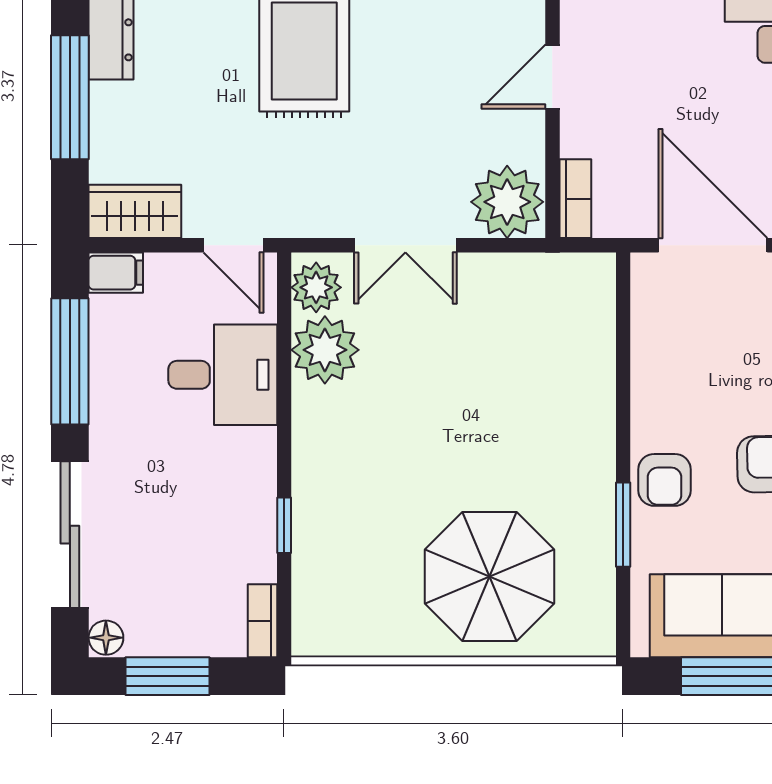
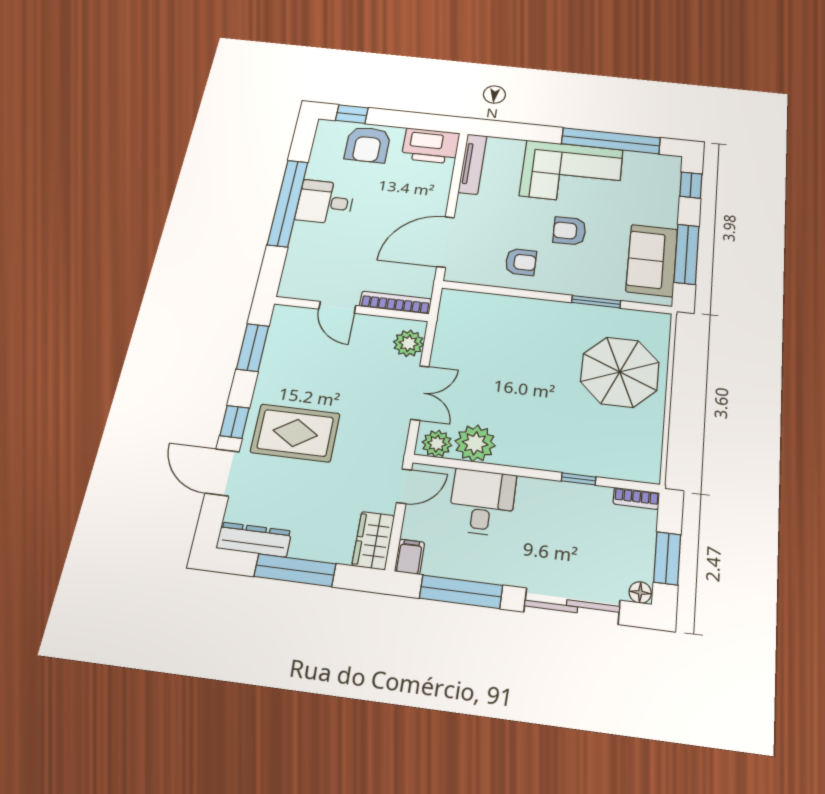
bookcase: (575, 199) -> (396, 303), width x1.56
plant: (507, 202) -> (409, 343), width x0.73, depth x0.73
armchair: (665, 480) -> (521, 262), moved

